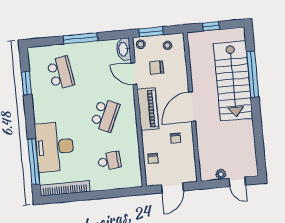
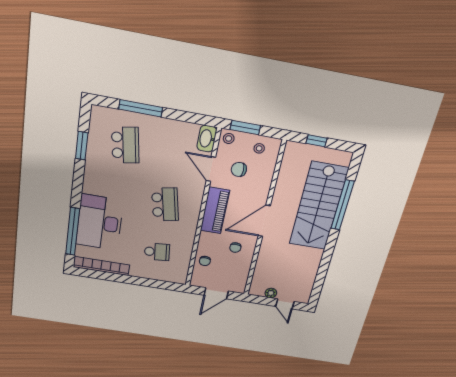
window: (80, 38) -> (141, 108), moved
school desk: (105, 115) -> (165, 205), turned -36

